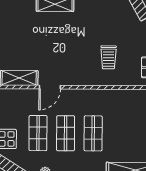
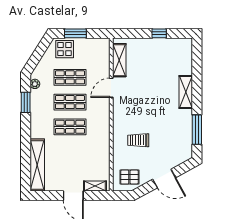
door: (50, 87) -> (111, 88), hinge flipped

